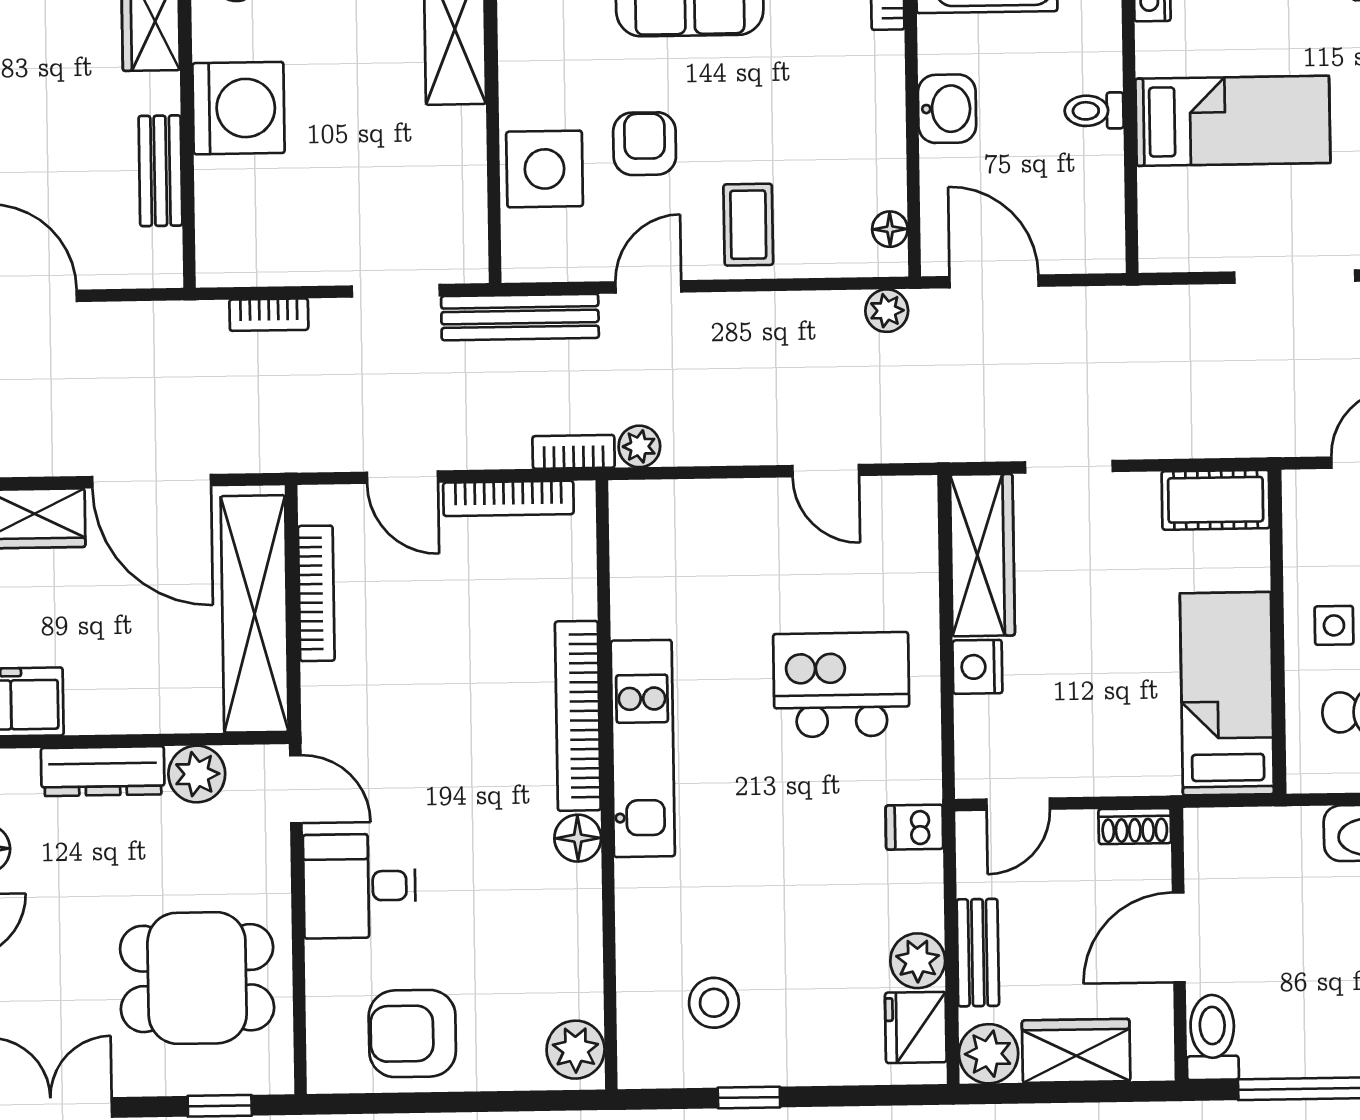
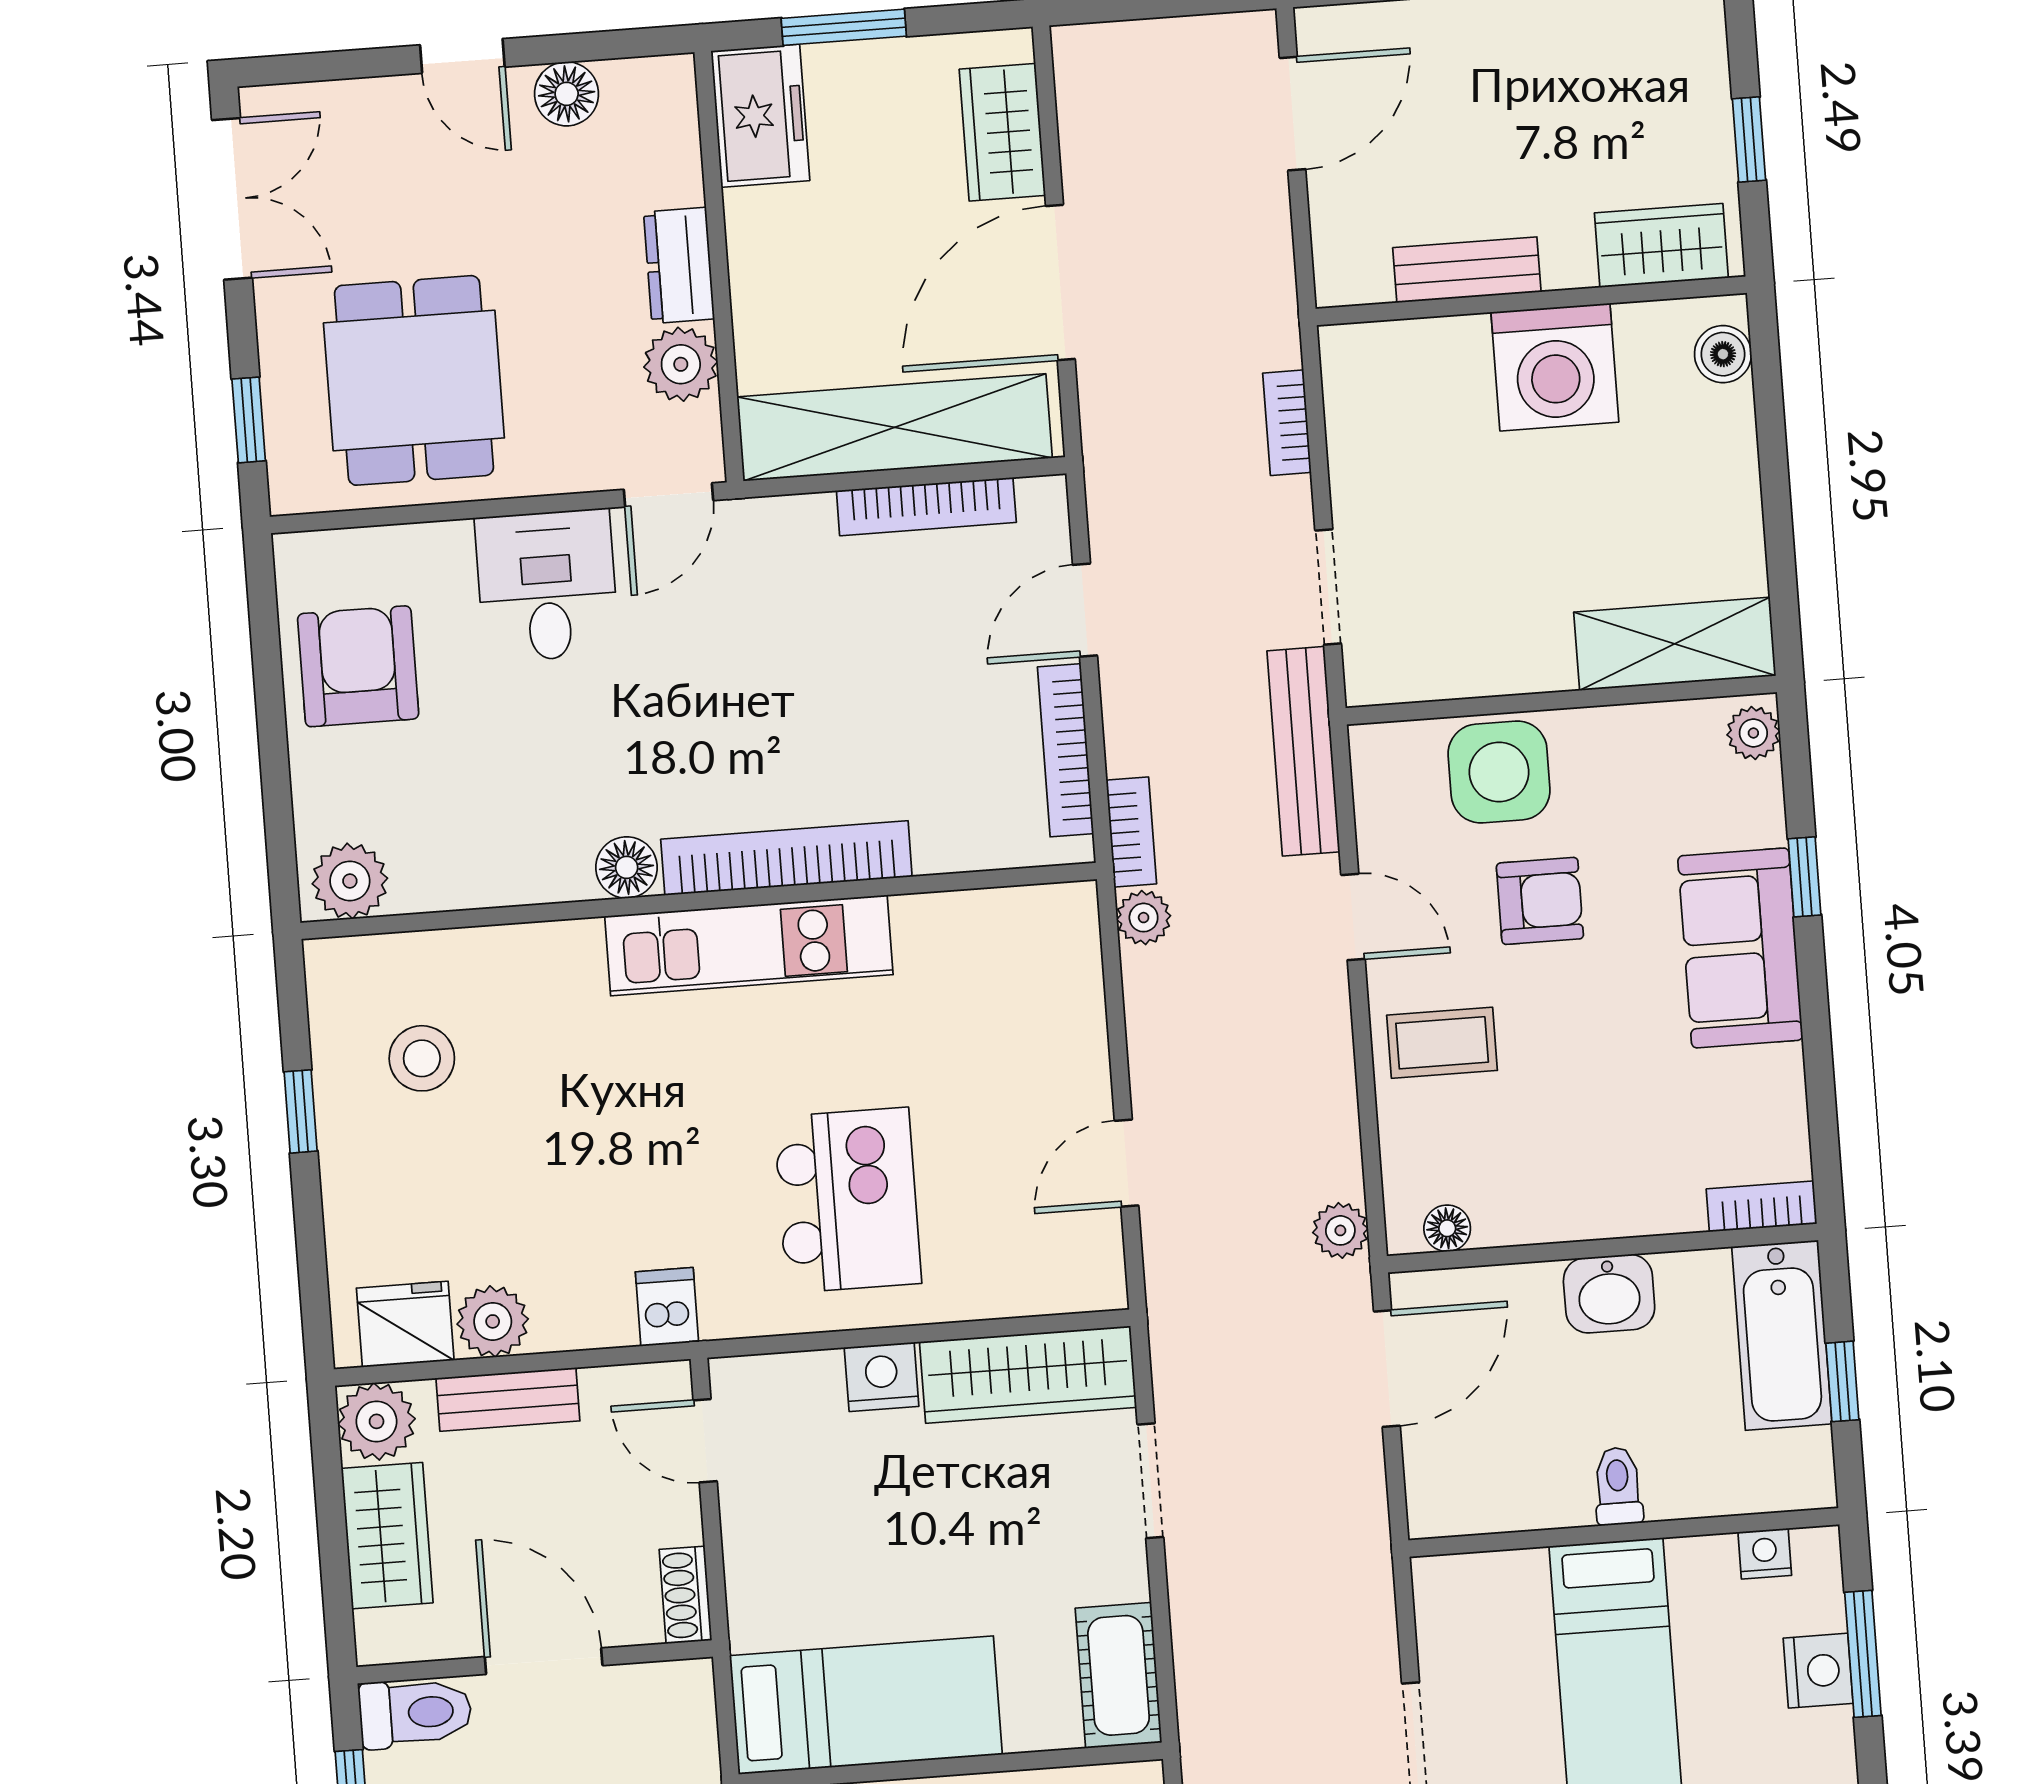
dresser: (103, 771) -> (679, 265), width x0.70

